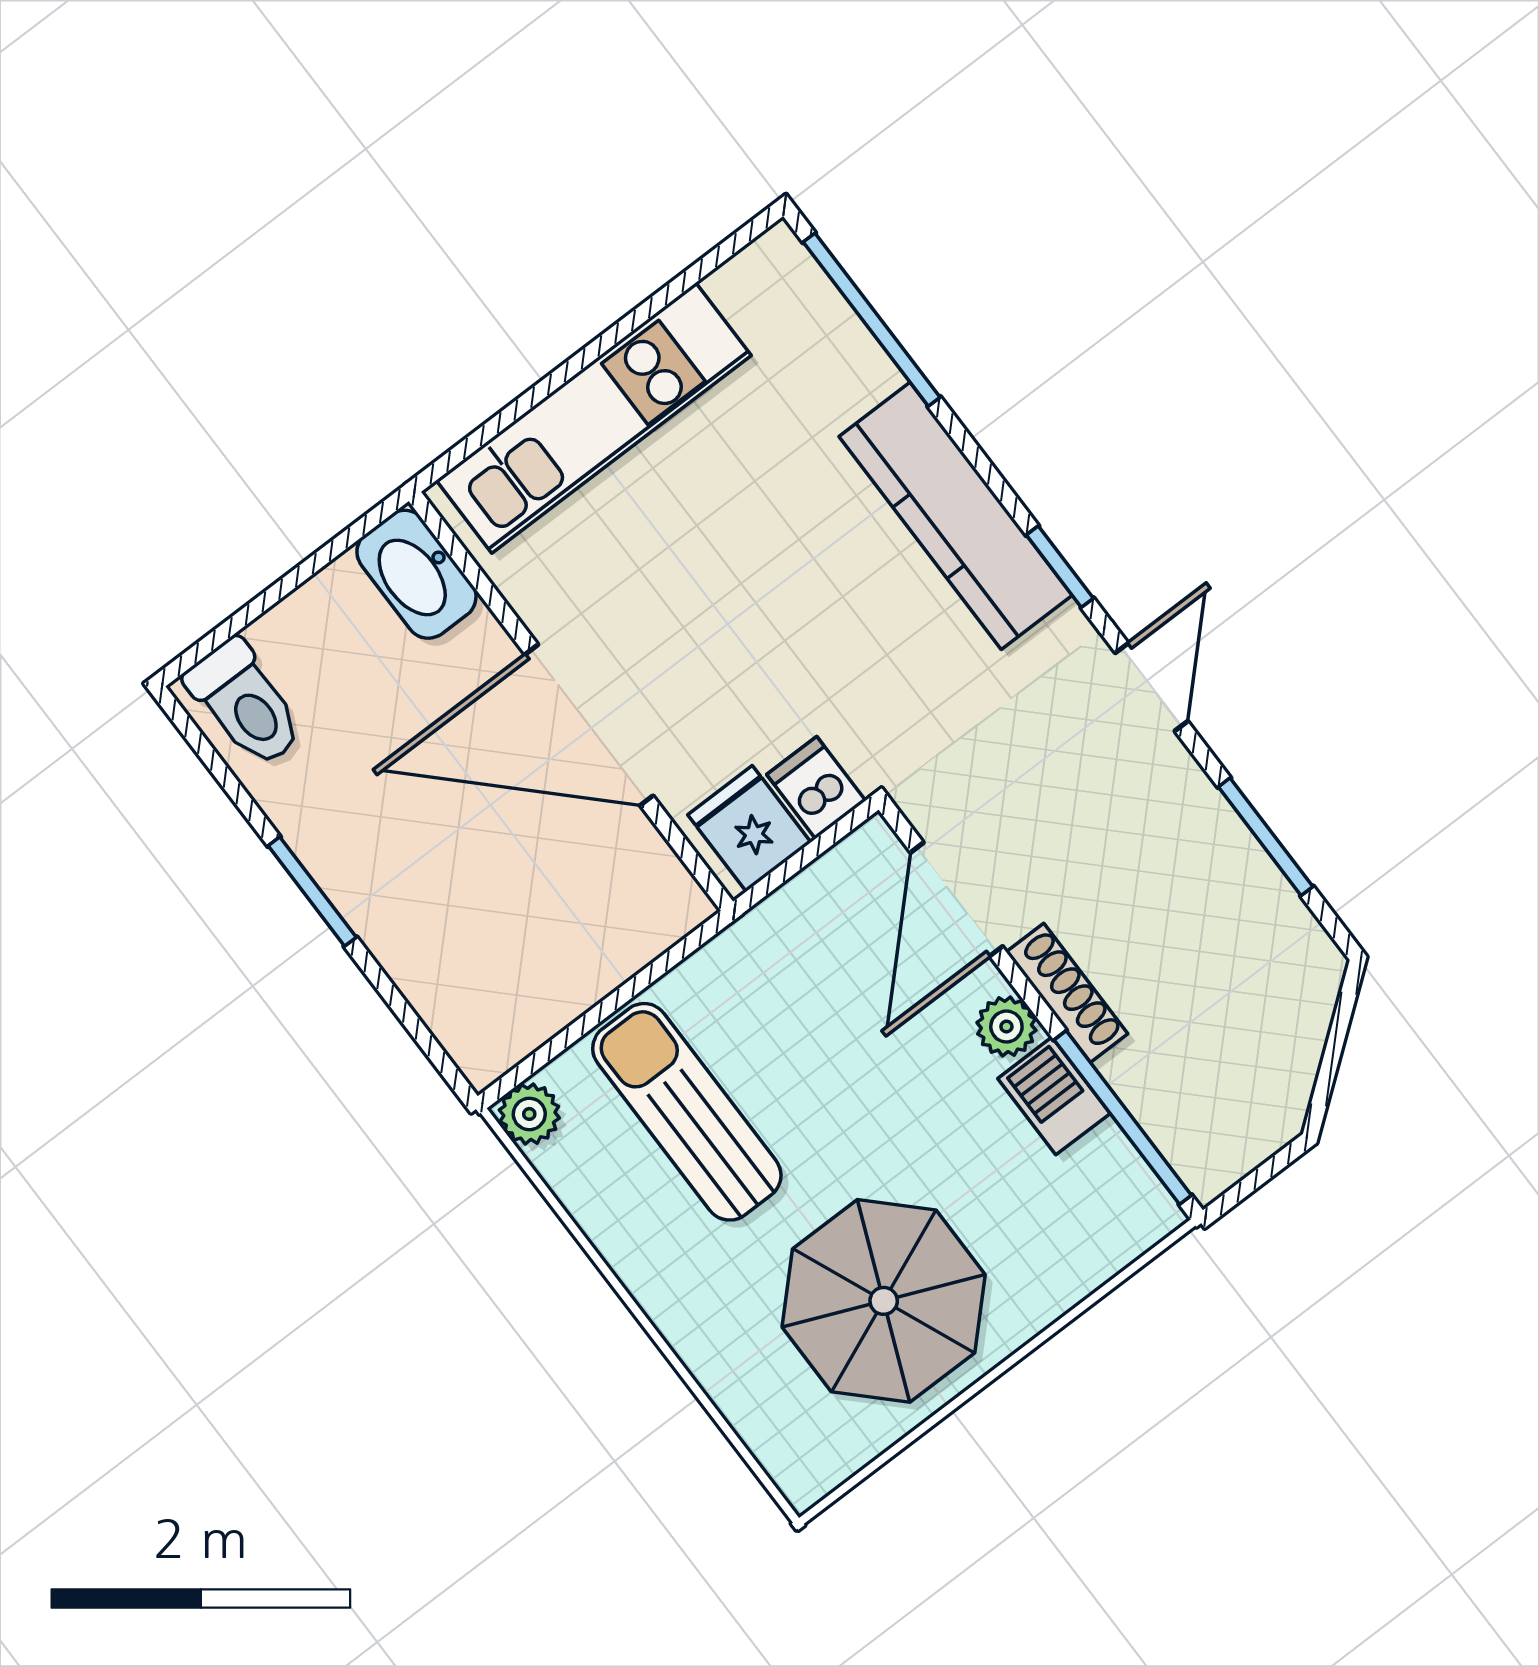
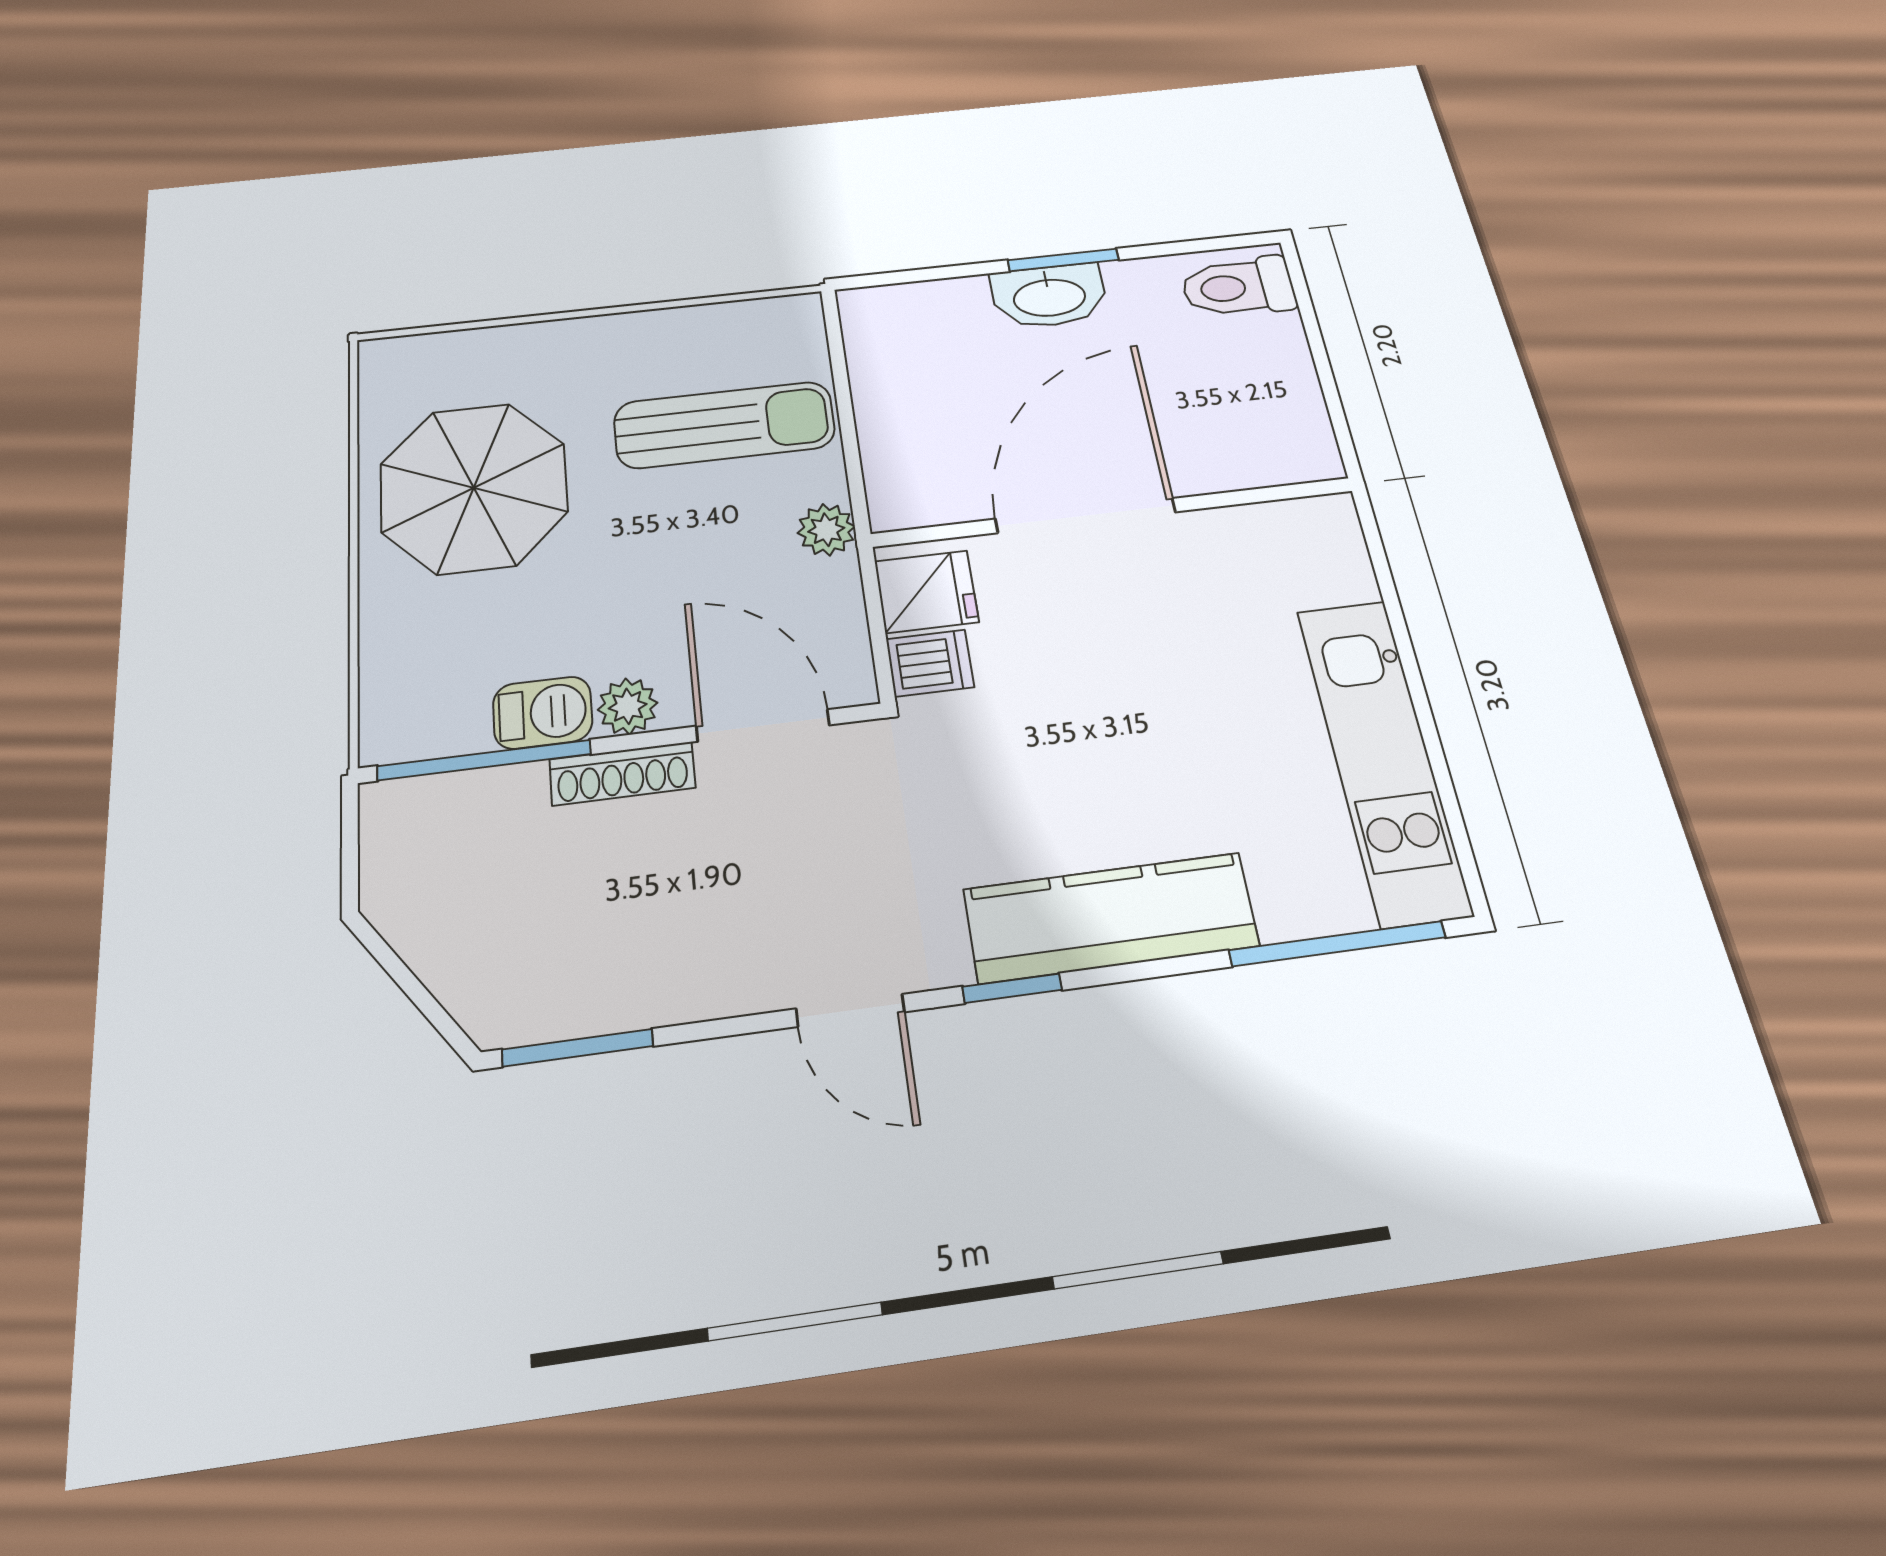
kitchen unit: (594, 418) -> (1383, 759), moved
washbasin: (416, 574) -> (1049, 296), moved, turned 180
window: (1266, 837) -> (578, 1048), moved
plant: (529, 1114) -> (826, 530), moved

